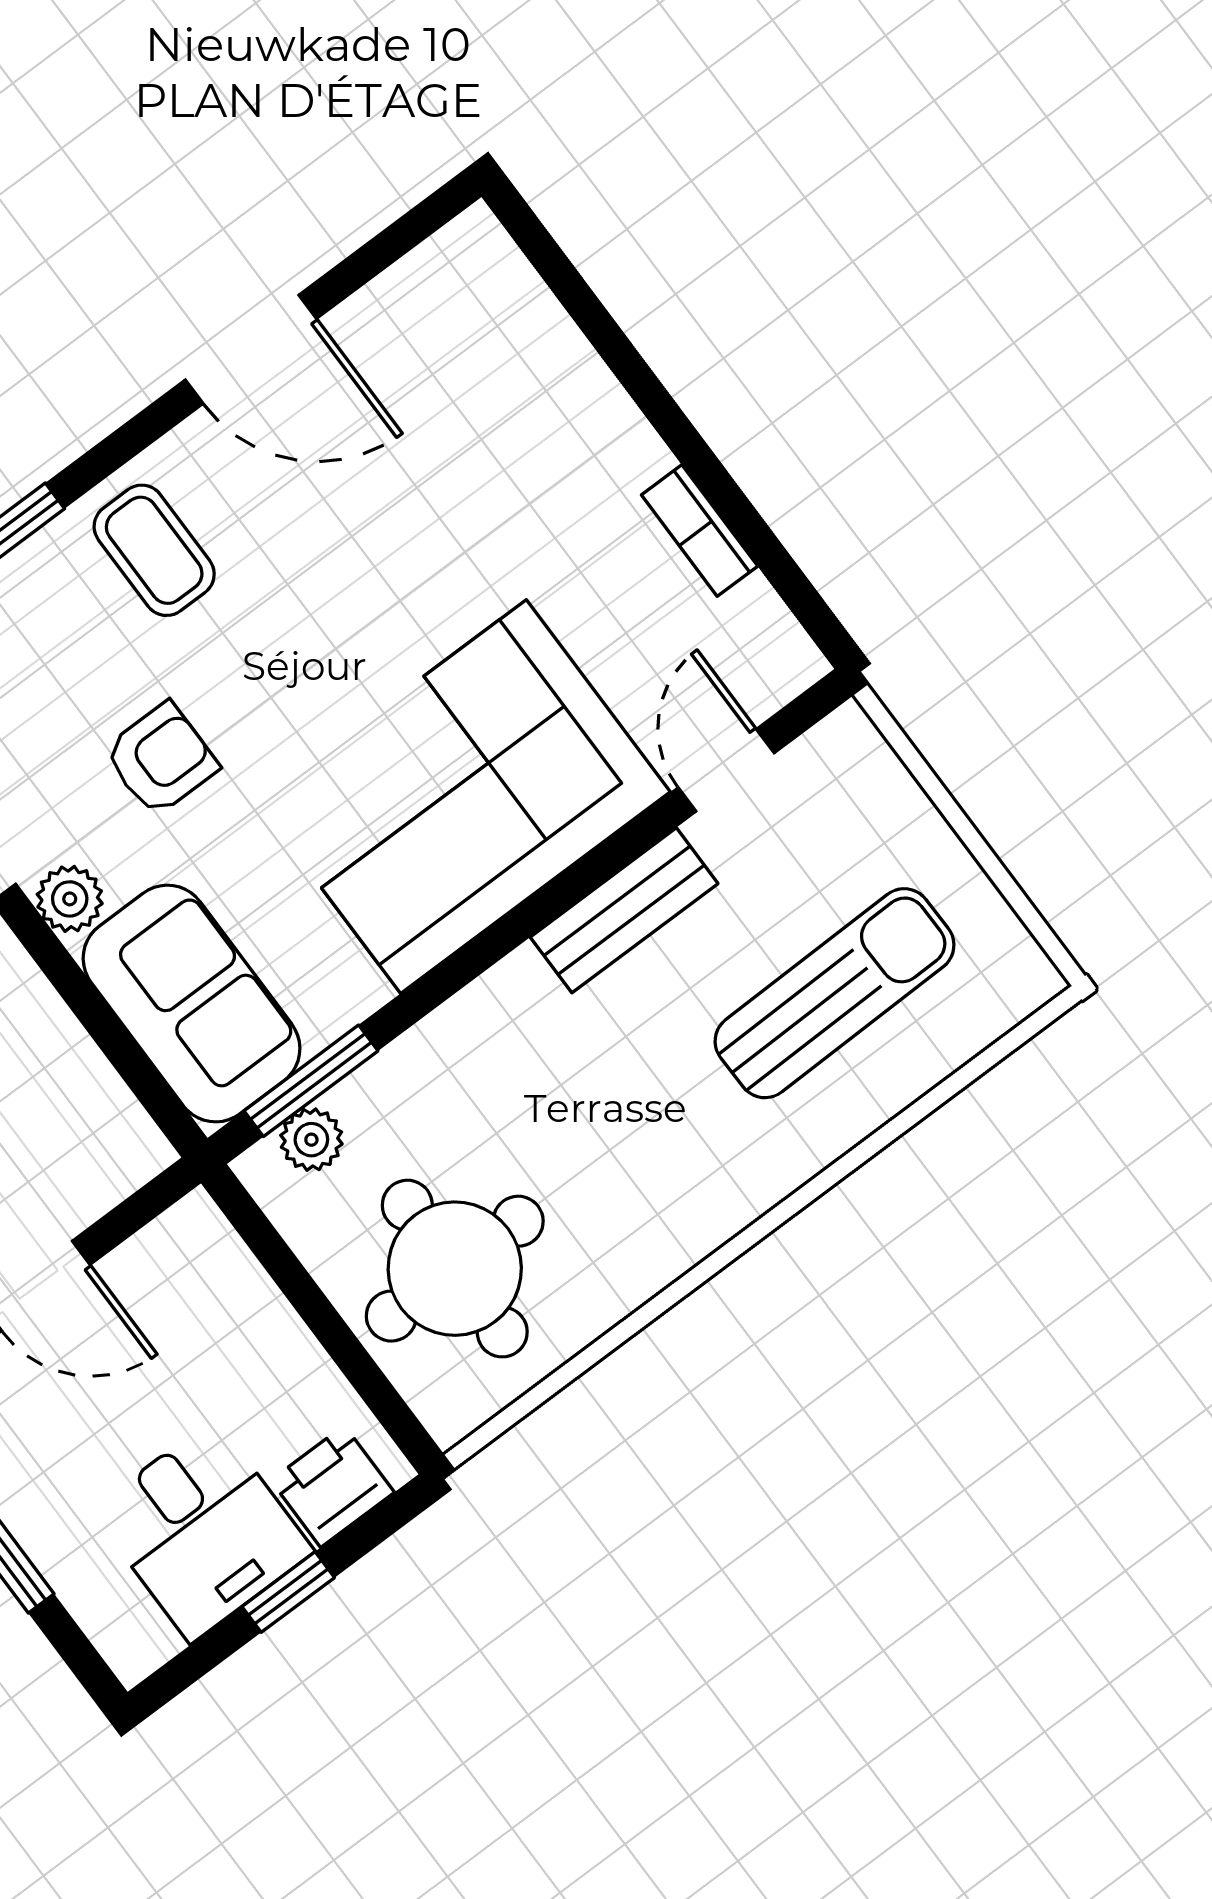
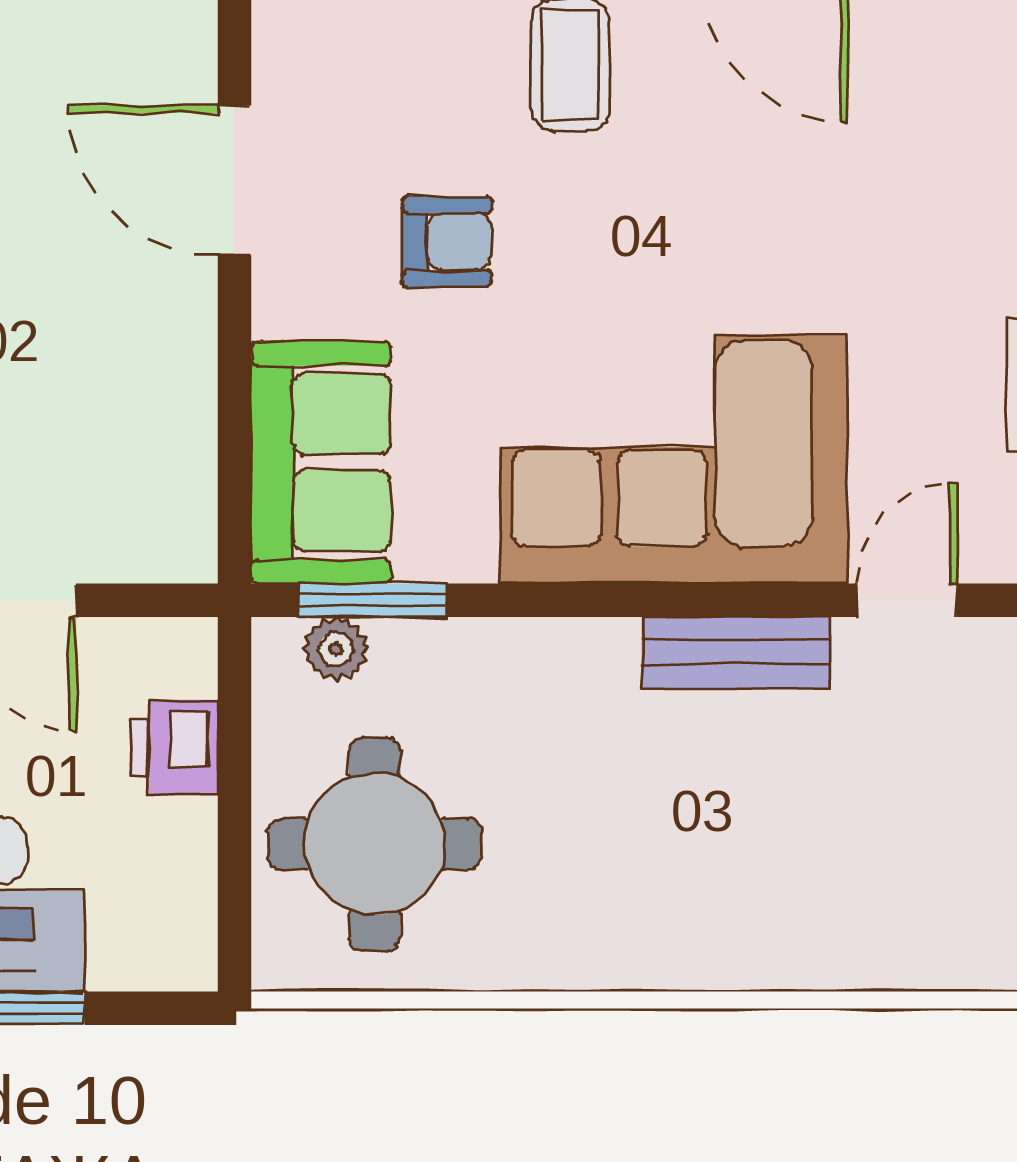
plant: (70, 899) -> (285, 301), removed
sun lounger: (835, 993) -> (858, 851), removed
printer: (333, 1486) -> (174, 748), moved, turned -90

